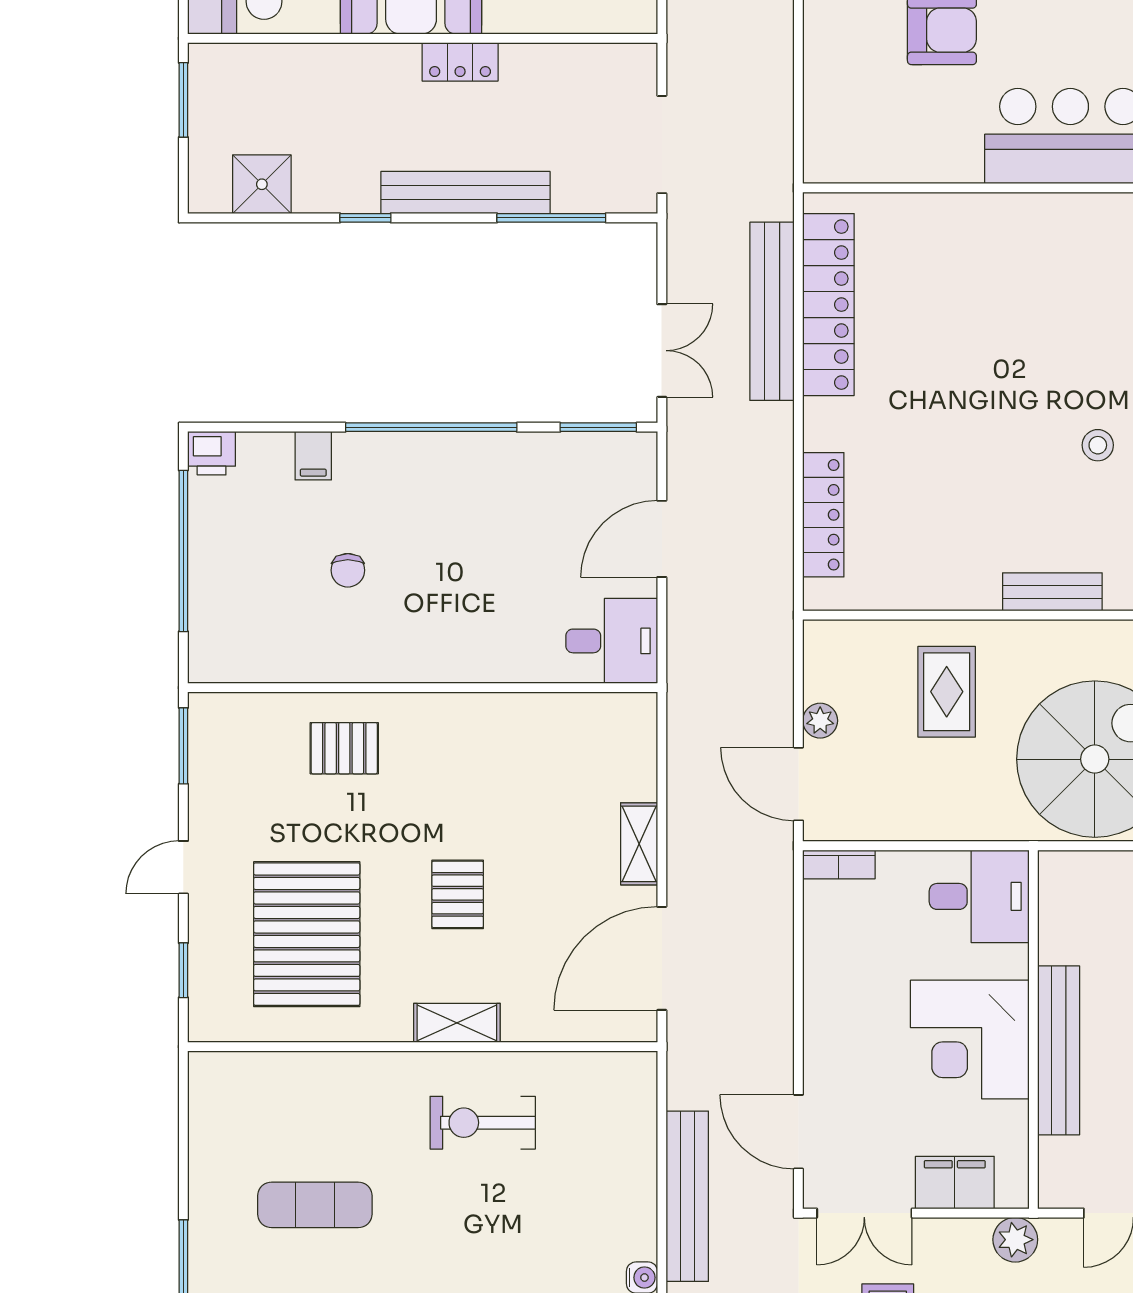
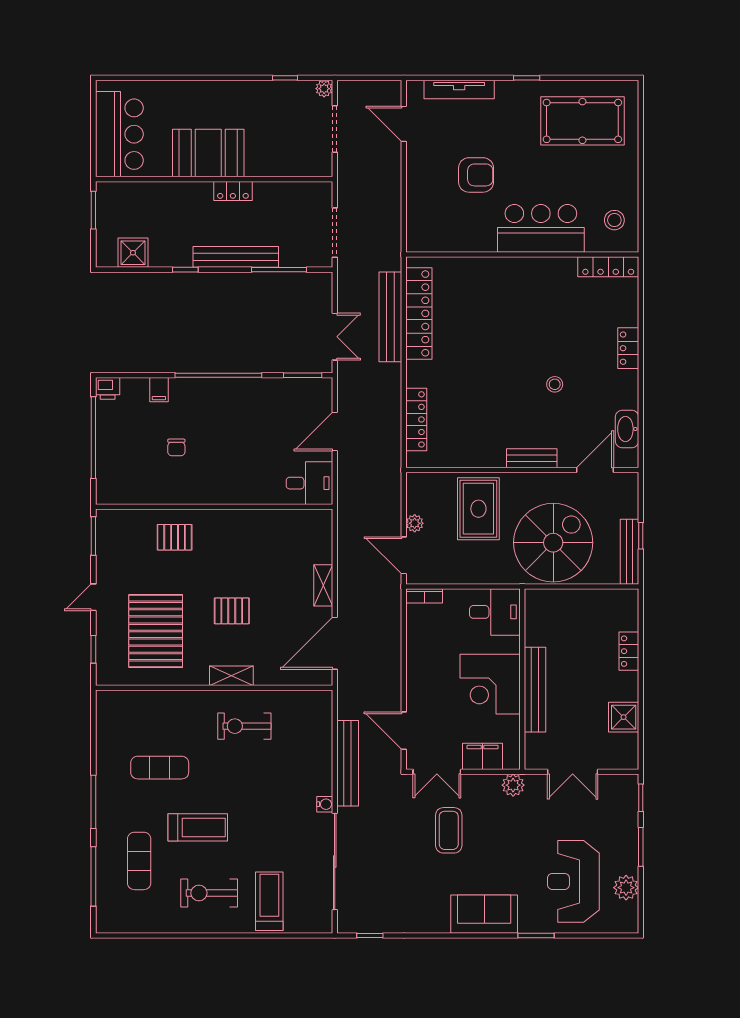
rug: (947, 692) -> (478, 509), width x1.36, depth x1.43
pallet: (458, 894) -> (232, 611), turned 90

